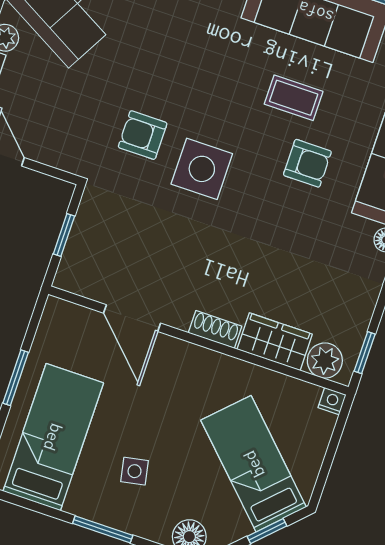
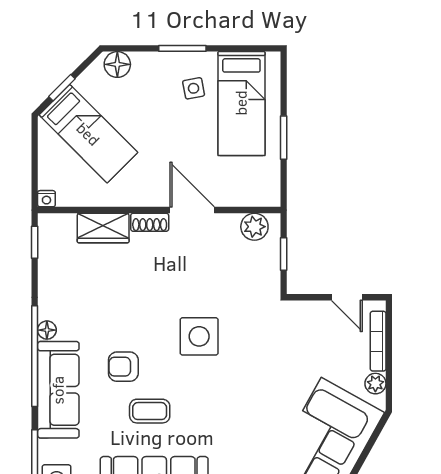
armchair: (143, 135) -> (251, 346), removed
door: (132, 318) -> (192, 210), moved
plant: (325, 361) -> (254, 227), moved
side table: (135, 471) -> (194, 88), moved

